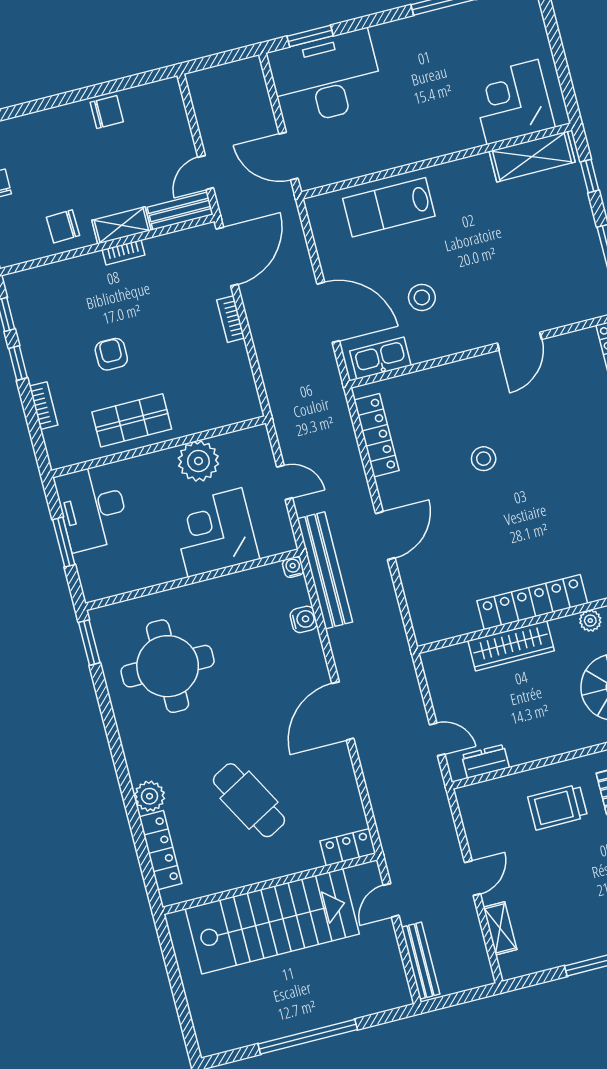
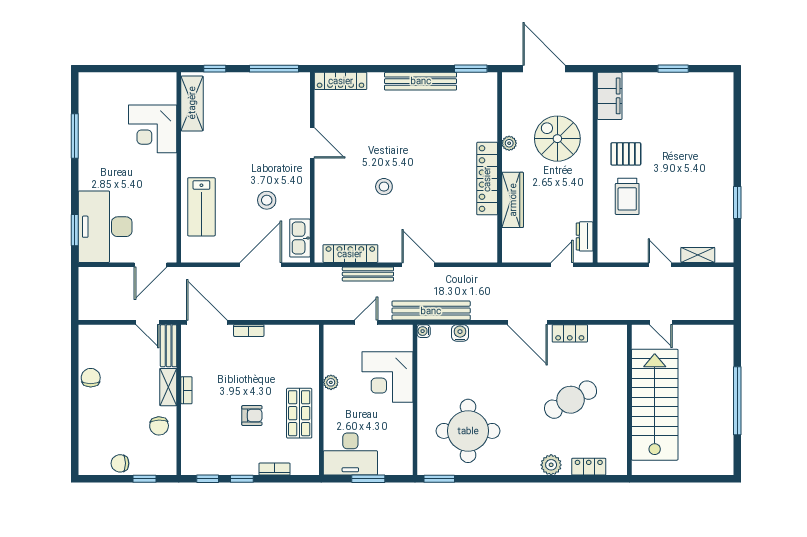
corner desk: (512, 102) -> (153, 129), moved
armchair: (111, 354) -> (252, 416), turned 180
plant: (198, 461) -> (331, 382), width x0.53, depth x0.53
locker: (348, 847) -> (570, 333), moved, turned -90
locker: (161, 850) -> (589, 467), width x0.66
bench: (421, 961) -> (368, 274), moved

